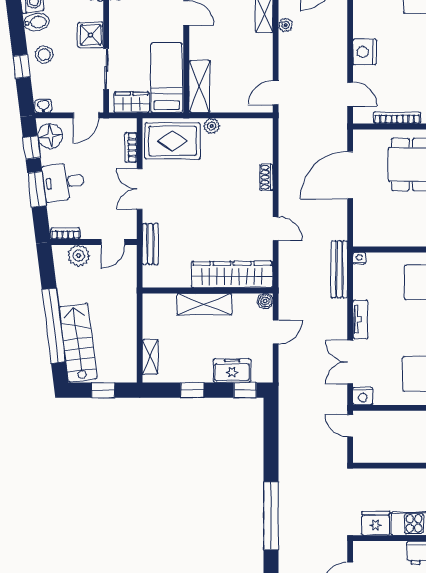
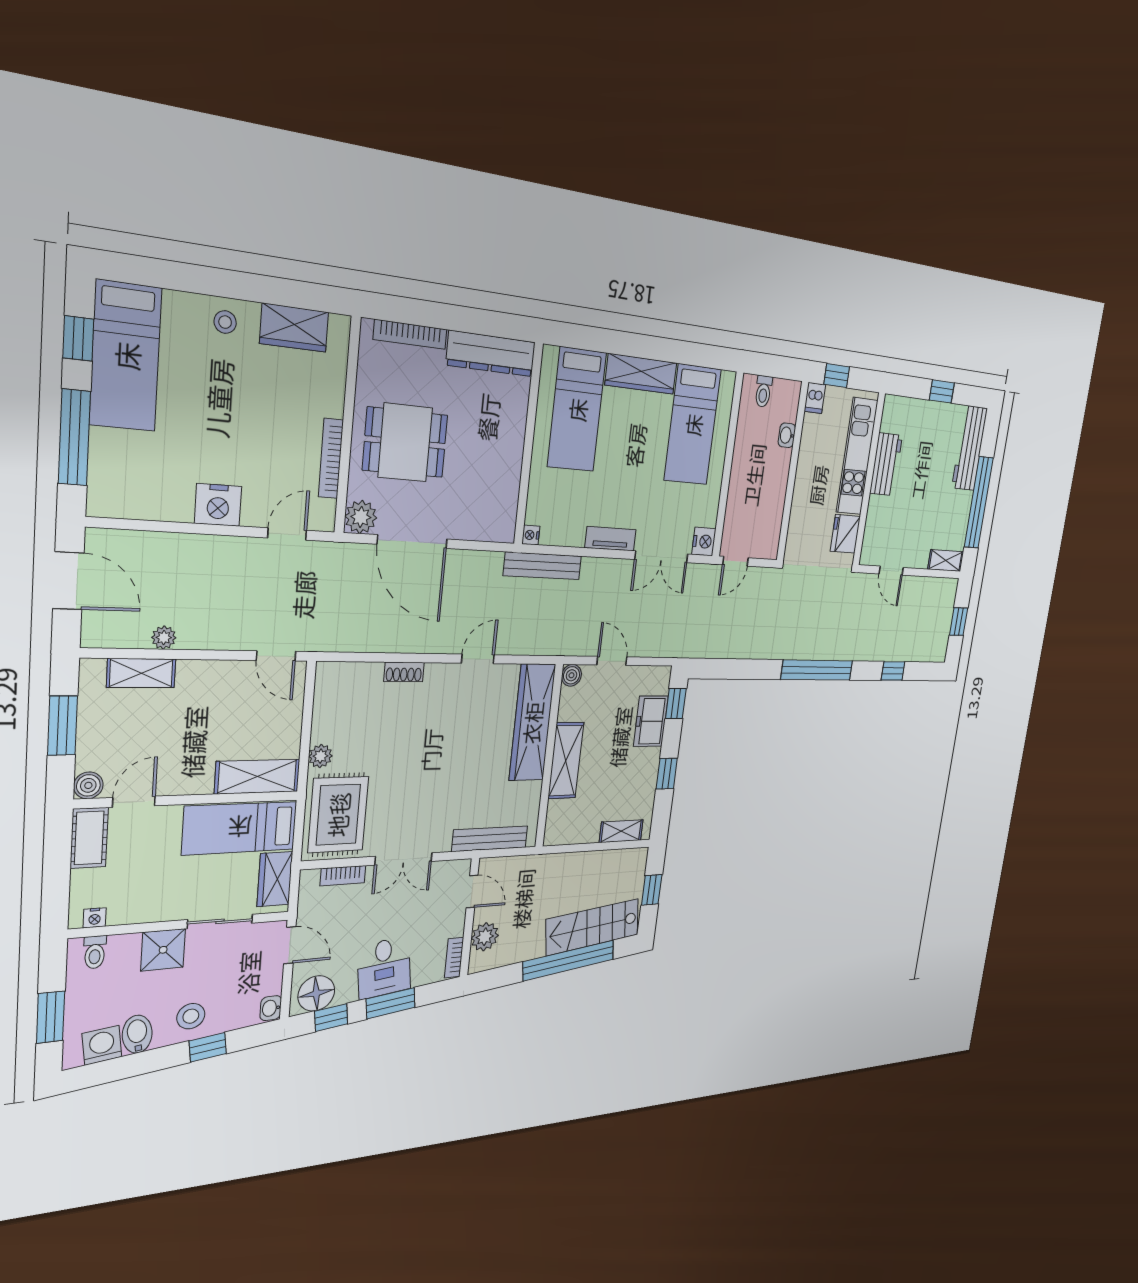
plant: (363, 140) -> (361, 517), added
bench: (150, 244) -> (490, 839), width x1.36

